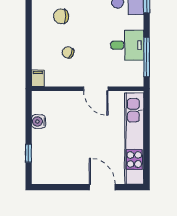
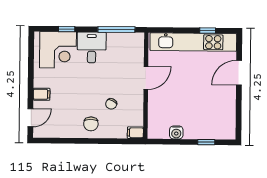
chair: (61, 16) -> (91, 124), moved
desk: (127, 45) -> (92, 47), moved
window: (147, 154) -> (208, 30), added

